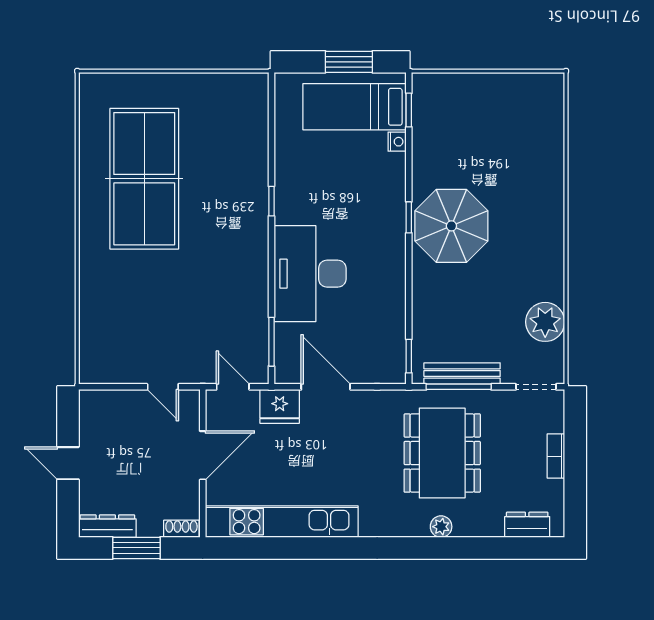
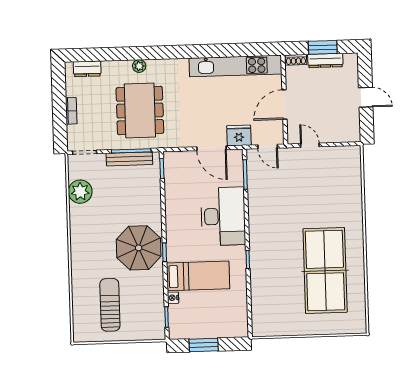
bed: (355, 107) -> (198, 276), moved
sun lounger: (502, 133) -> (110, 305), added
dresser: (107, 526) -> (325, 60), moved

